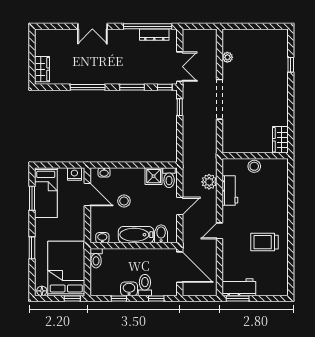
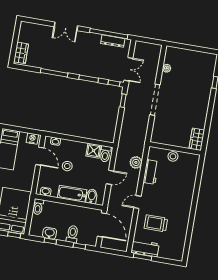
trolley: (264, 242) -> (156, 223), moved
washbasin: (129, 289) -> (50, 233), moved

